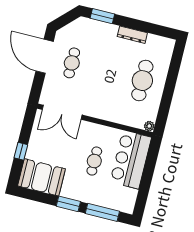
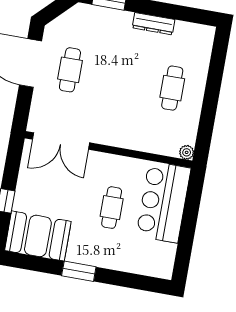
cafe table: (142, 81) -> (172, 88), width x0.73, depth x0.74
window: (102, 212) -> (128, 280), removed

